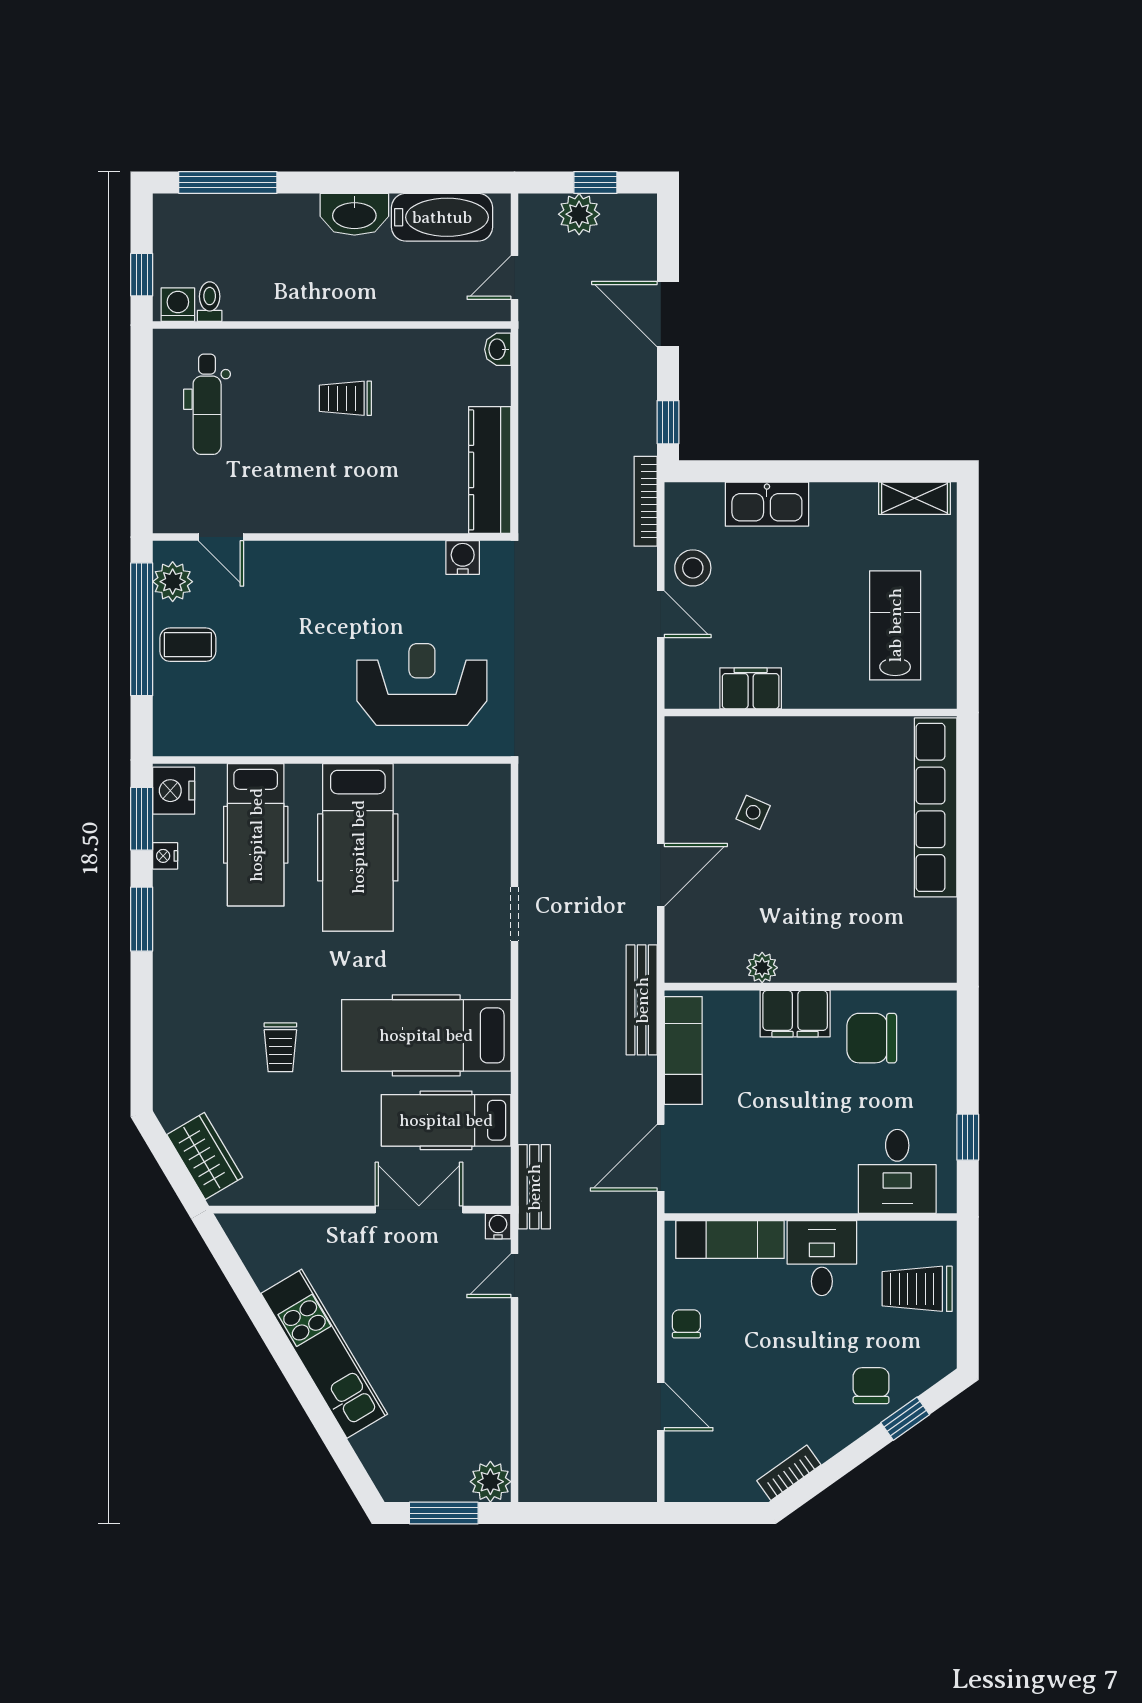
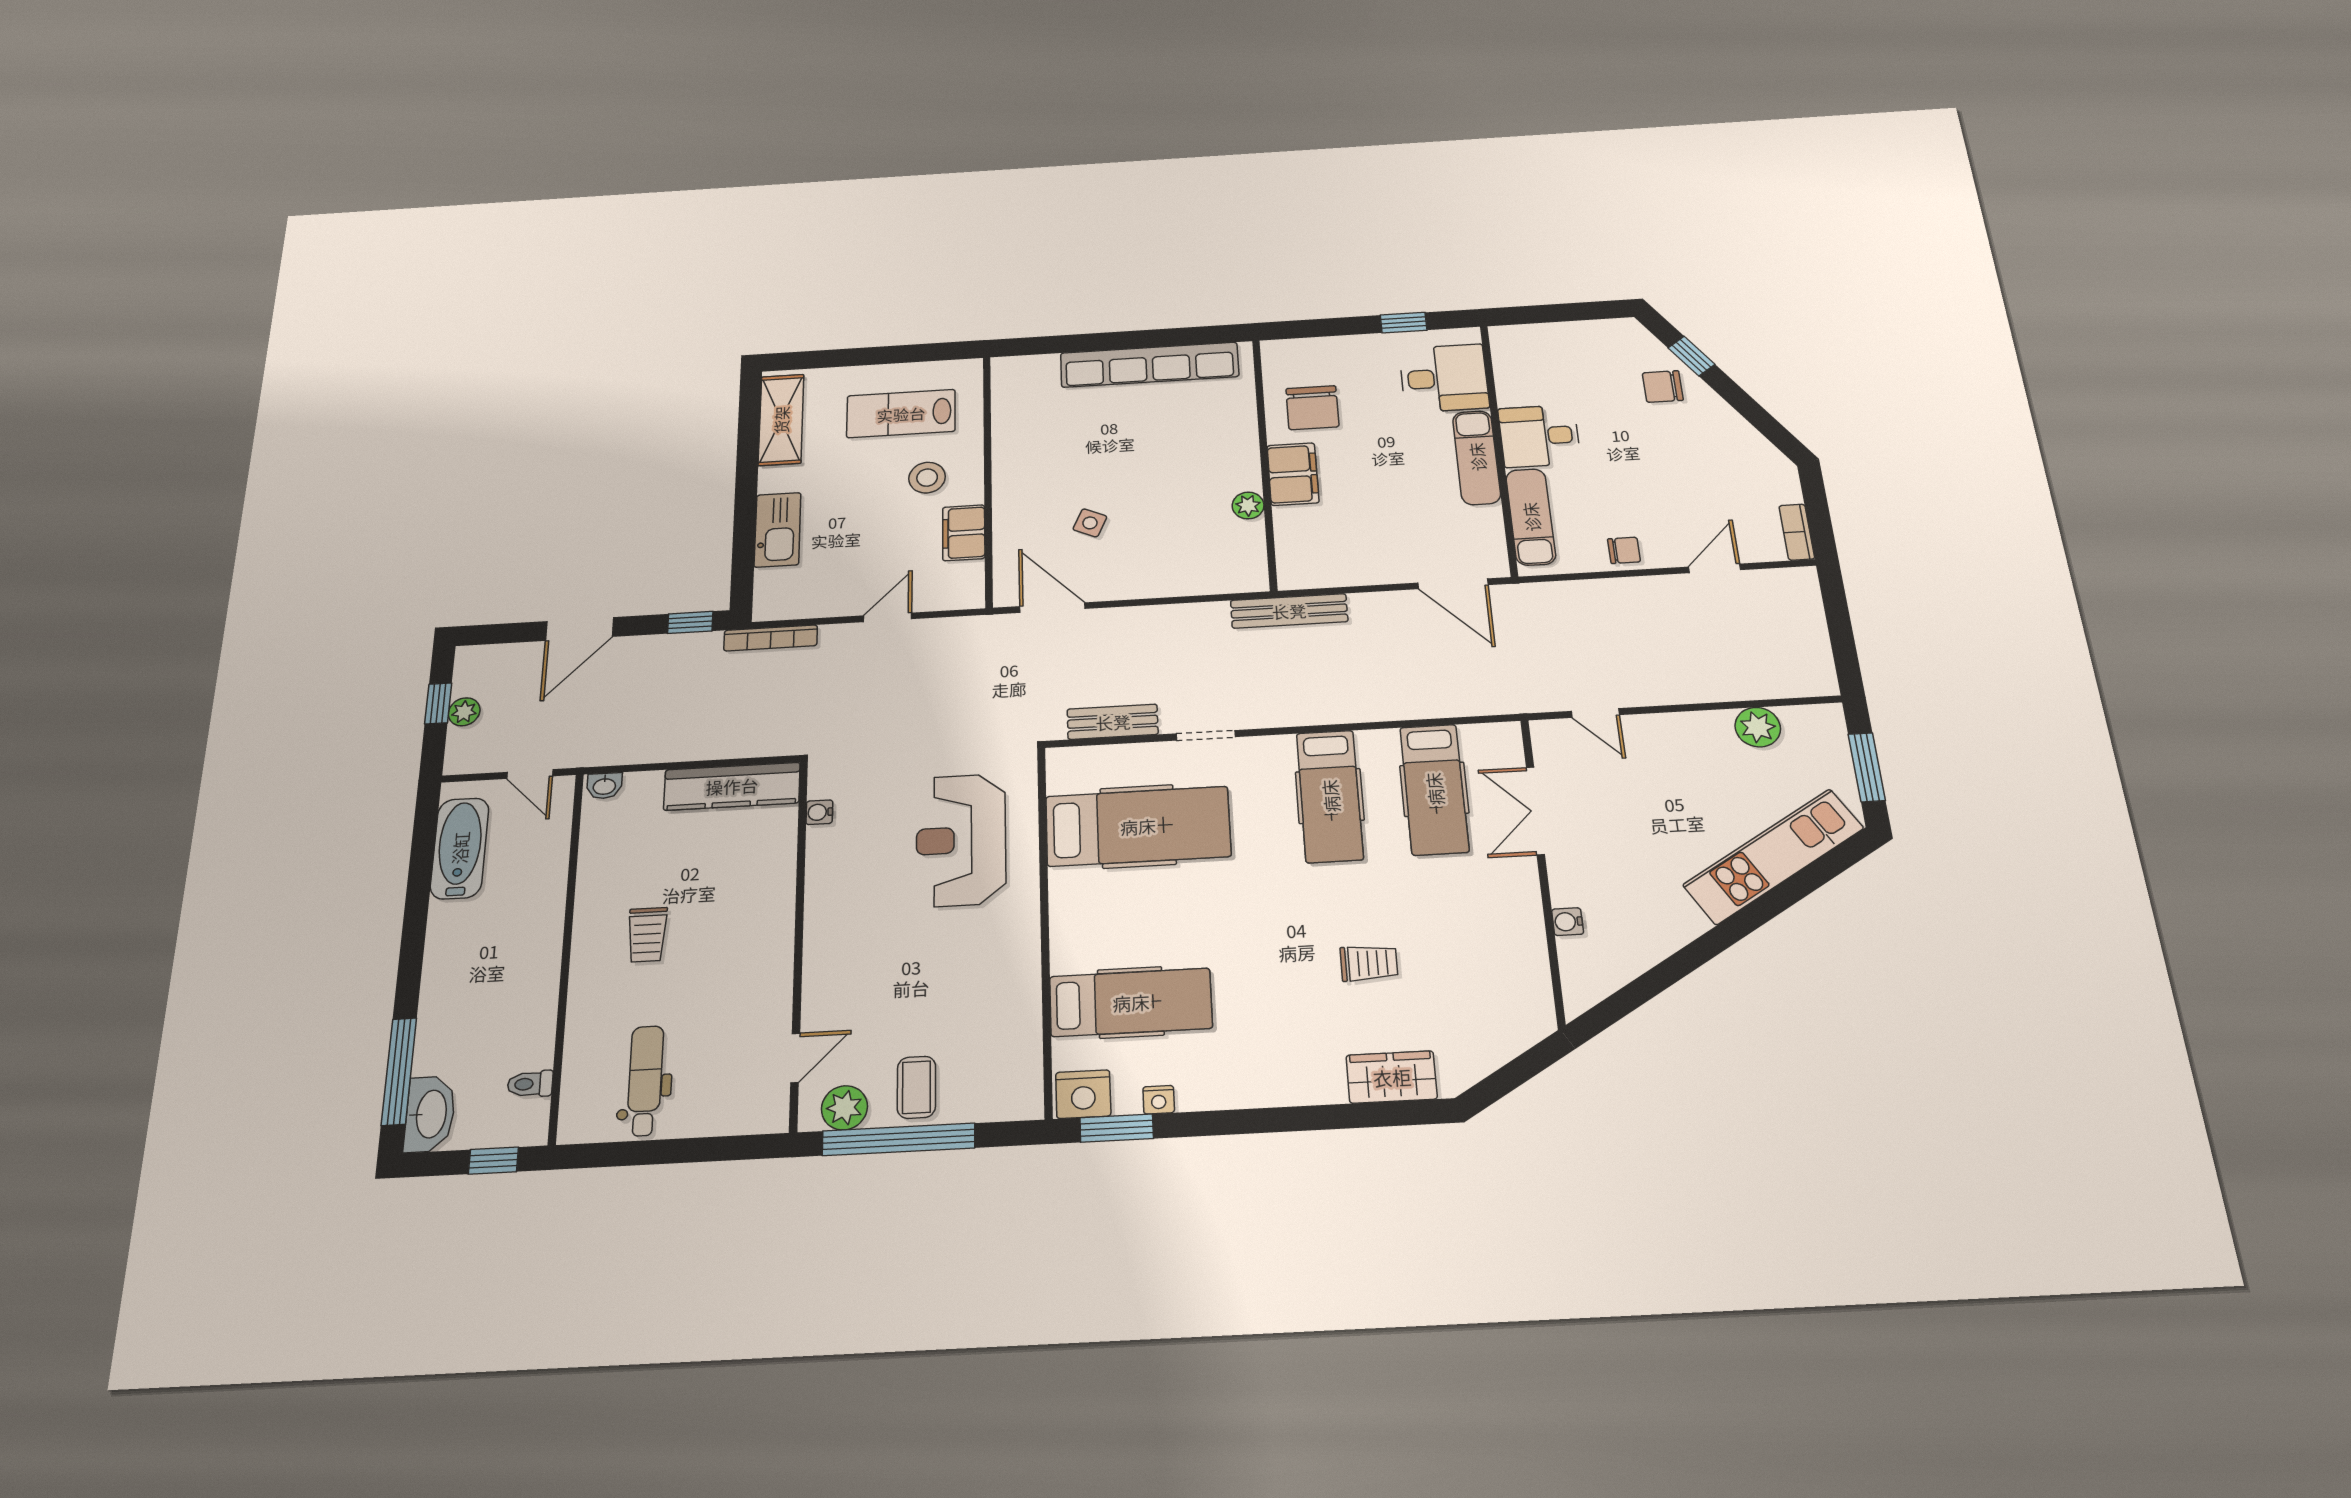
washbasin: (354, 214) -> (430, 1114), moved
plant: (579, 214) -> (464, 712), width x0.73, depth x0.73
washing machine: (178, 305) -> (531, 1119), removed
dental chair: (207, 404) -> (645, 1081), turned -90
shelving: (914, 498) -> (781, 420), width x1.50, depth x1.33
water cooler: (463, 557) -> (819, 812), width x0.72, depth x0.72
stool: (693, 568) -> (927, 478), moved
row of seats: (936, 807) -> (1149, 365), moved
hospital bed: (358, 847) -> (1138, 826), moved
door: (661, 875) -> (1052, 608), moved
window: (142, 919) -> (1233, 1122), removed
hospital bed: (426, 1035) -> (1330, 796), width x0.73, depth x0.78
exam couch: (683, 1051) -> (1477, 457), moved, turned -90
wardrobe: (205, 1156) -> (1392, 1077), moved, turned 31
bench: (534, 1187) -> (1113, 722), moved
water cooler: (498, 1226) -> (1568, 922), moved
trolley: (917, 1289) -> (1560, 354), removed
chair: (686, 1324) -> (1624, 550), turned 180
kitchen unit: (324, 1354) -> (1774, 856), moved
bookcase: (789, 1473) -> (1797, 532), moved, turned 35
plant: (490, 1482) -> (1758, 727), moved

